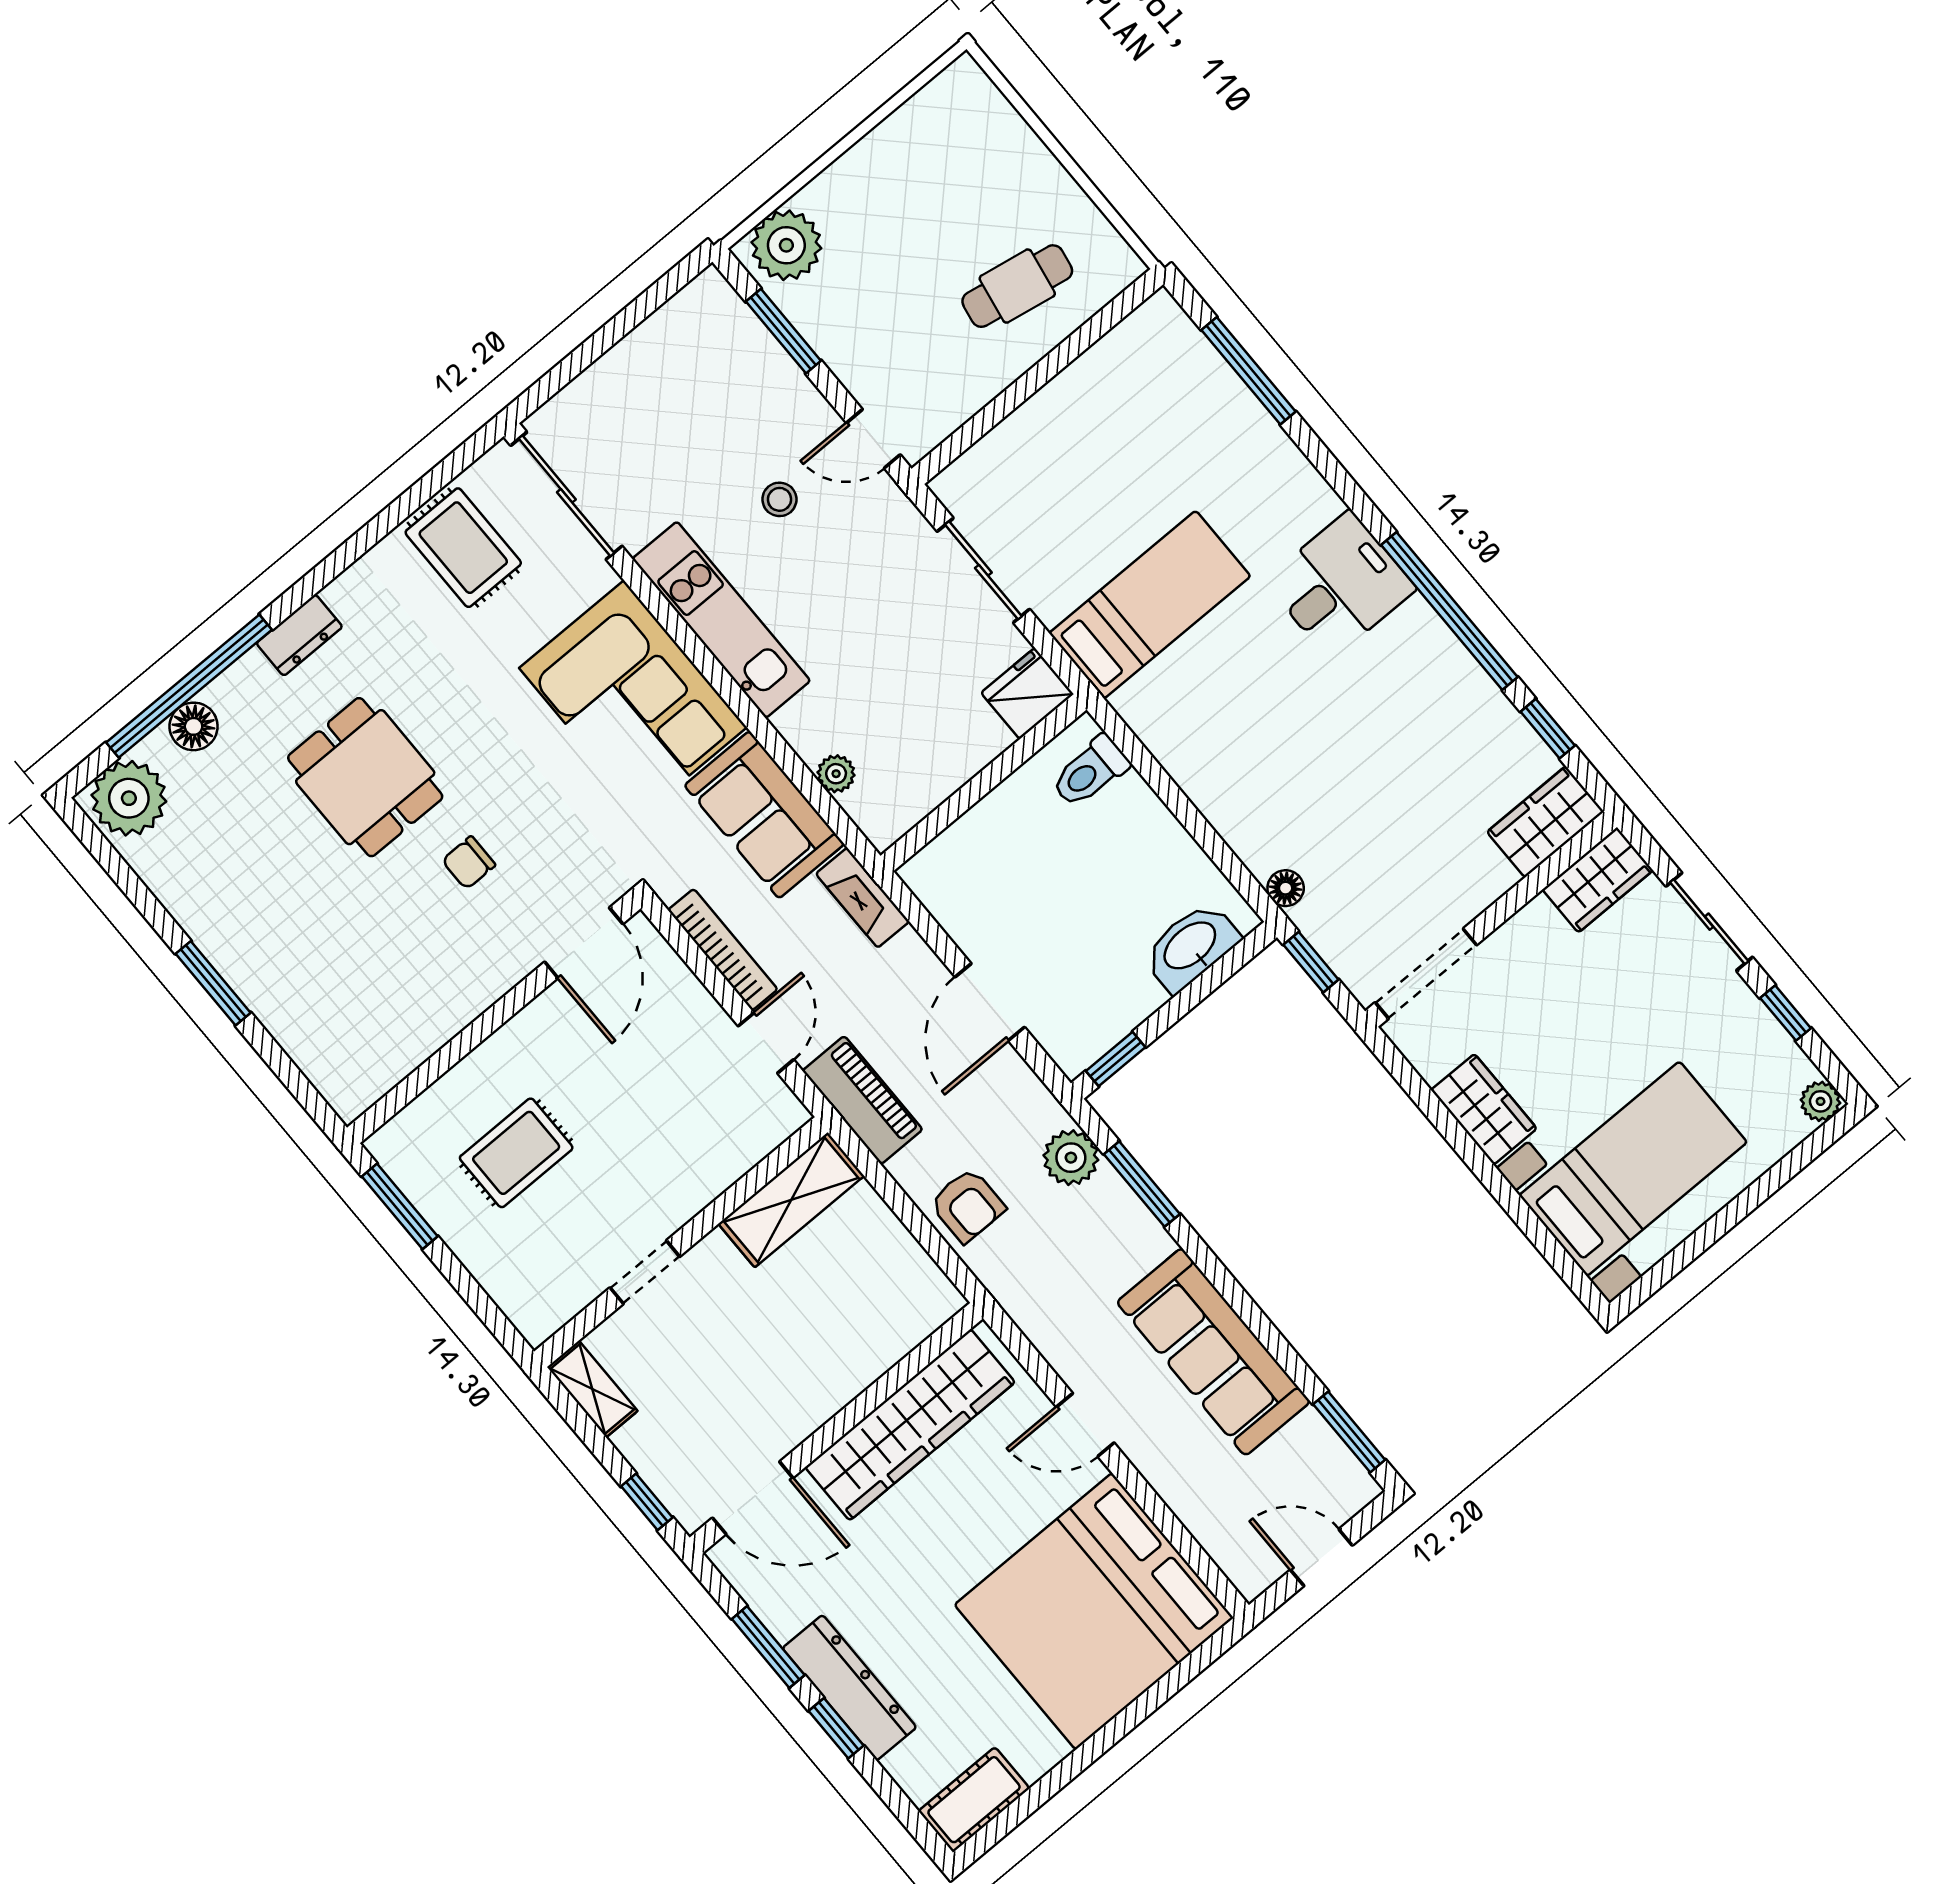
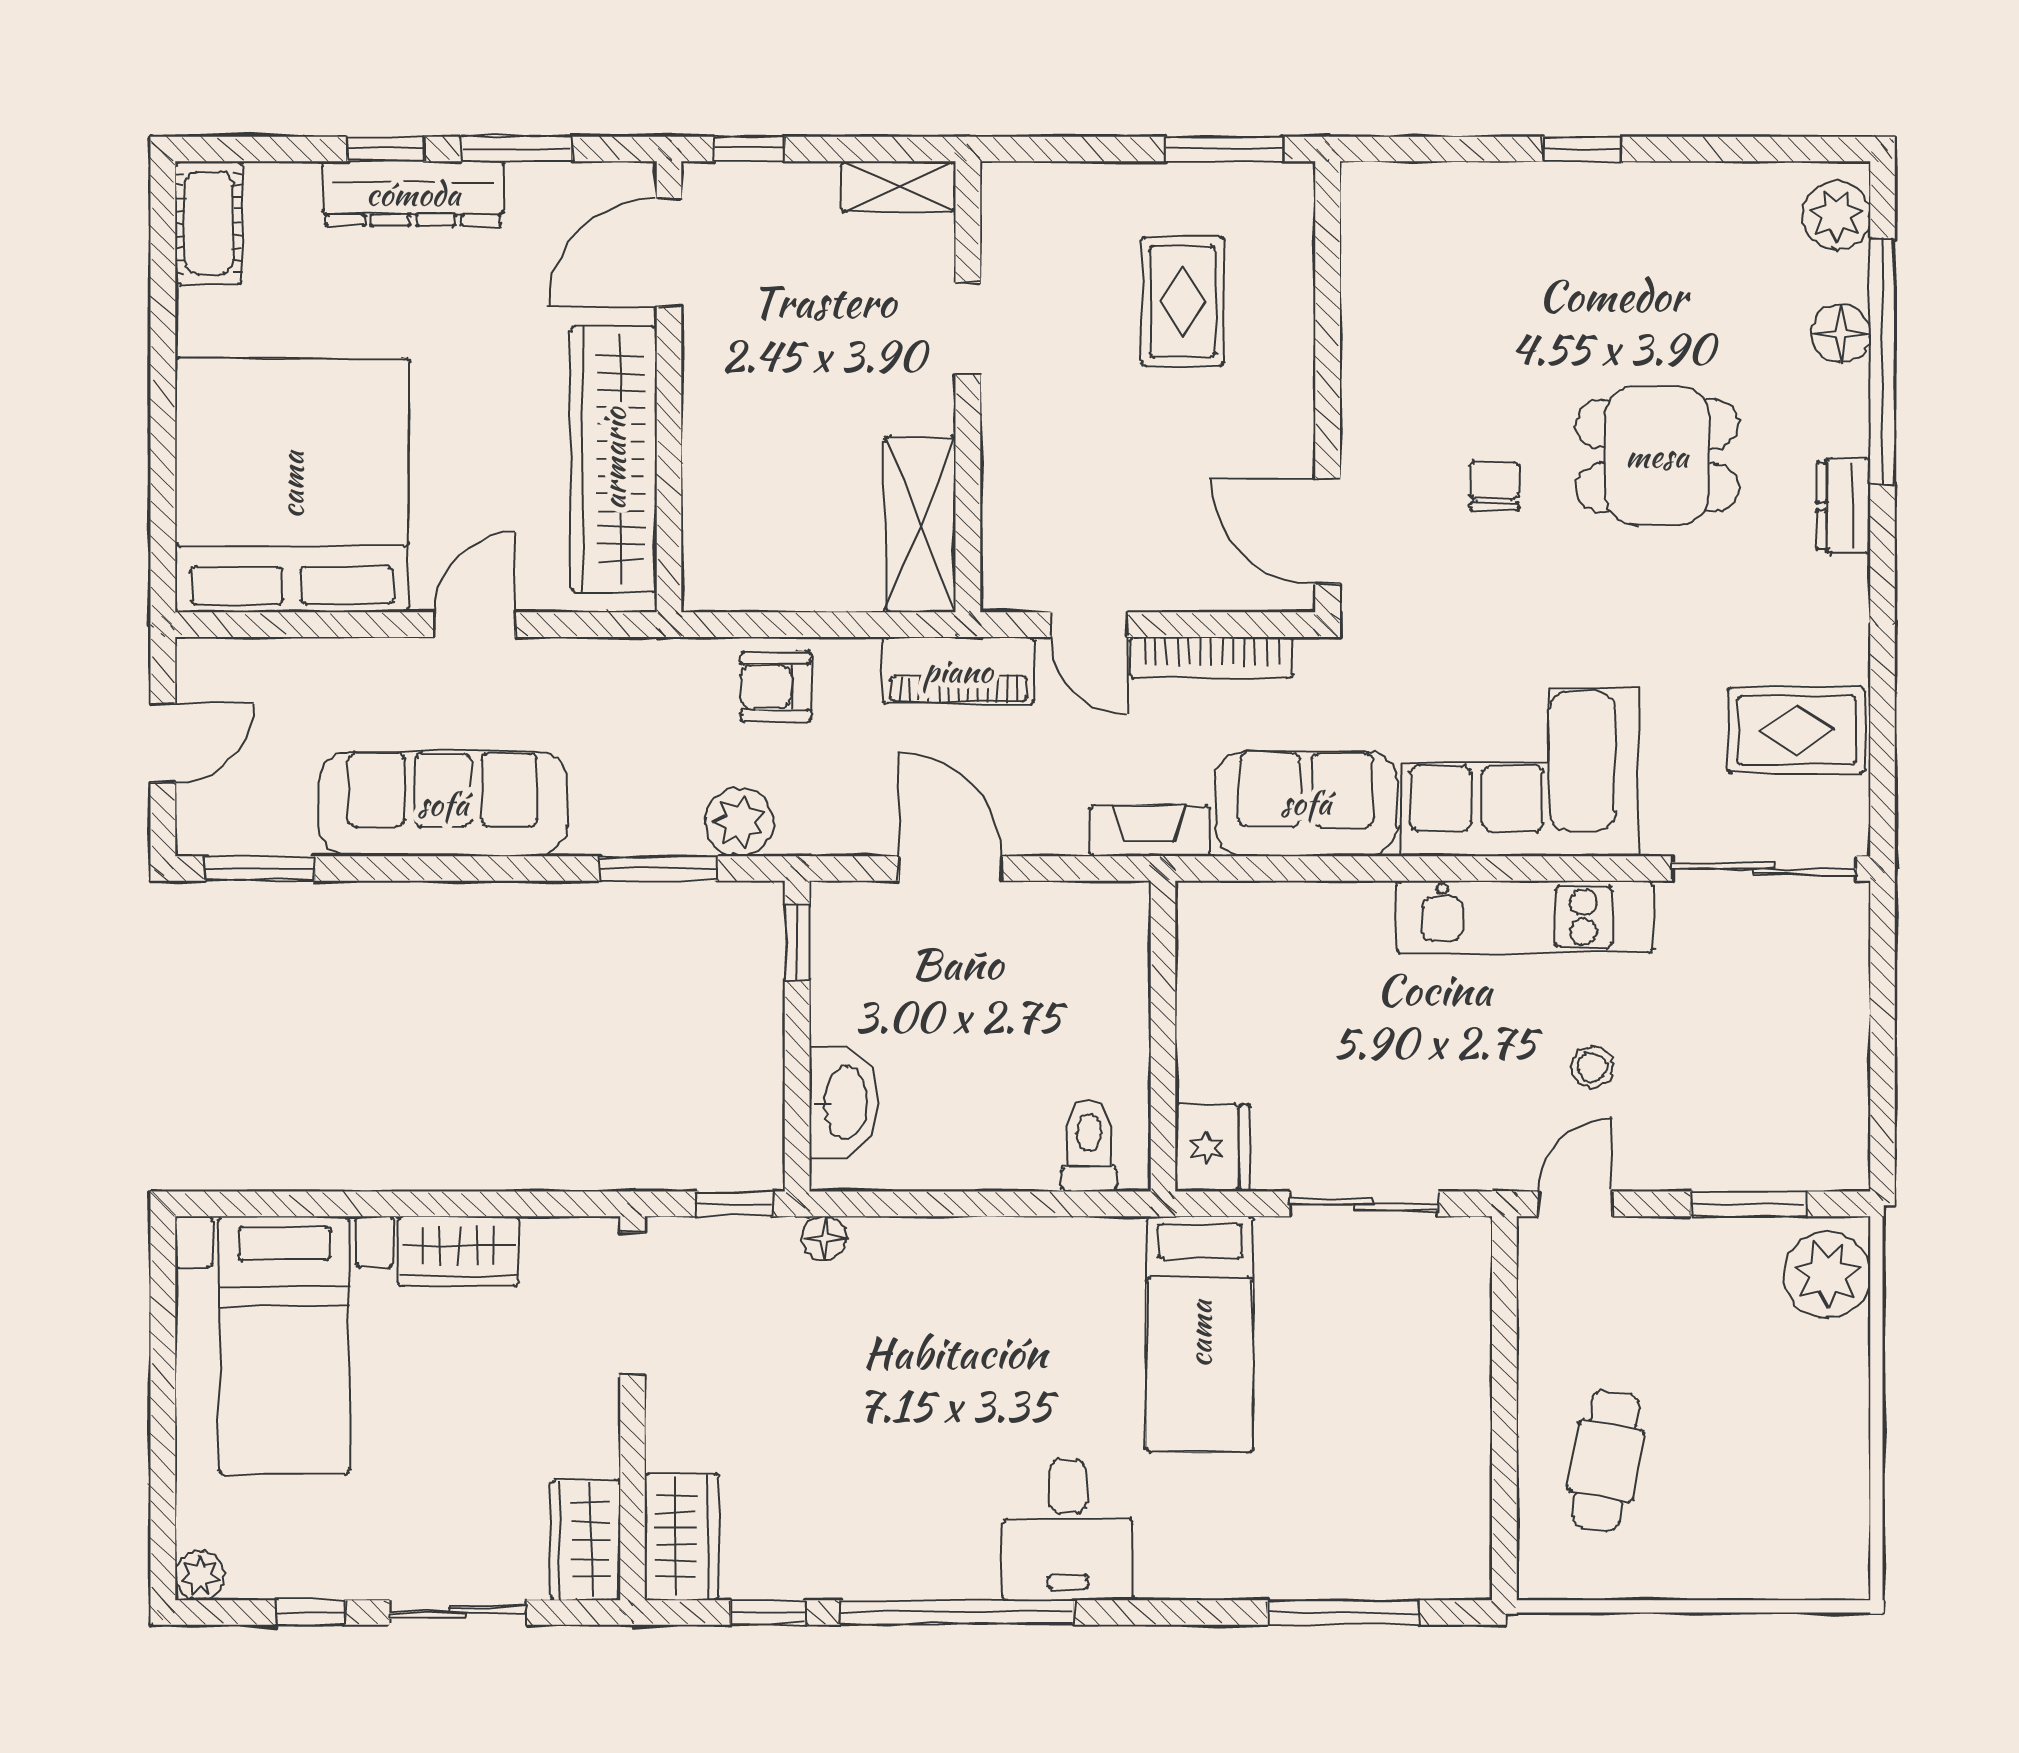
plant: (836, 774) -> (1288, 904), removed
plant: (129, 798) -> (1836, 216), width x0.73, depth x0.73
window: (213, 983) -> (1582, 149), width x0.67

